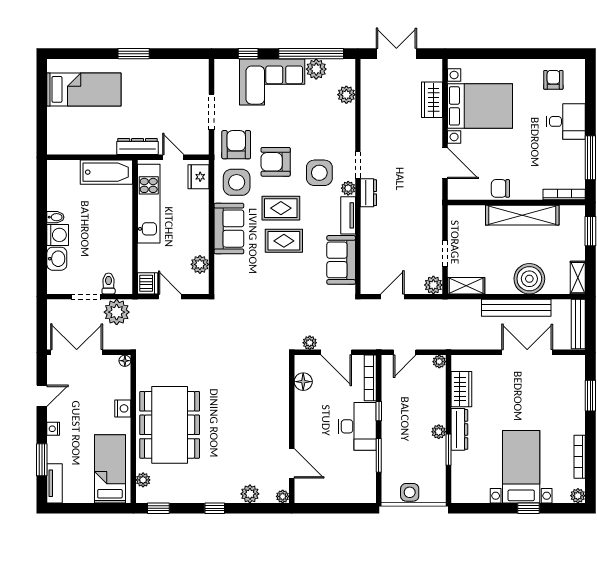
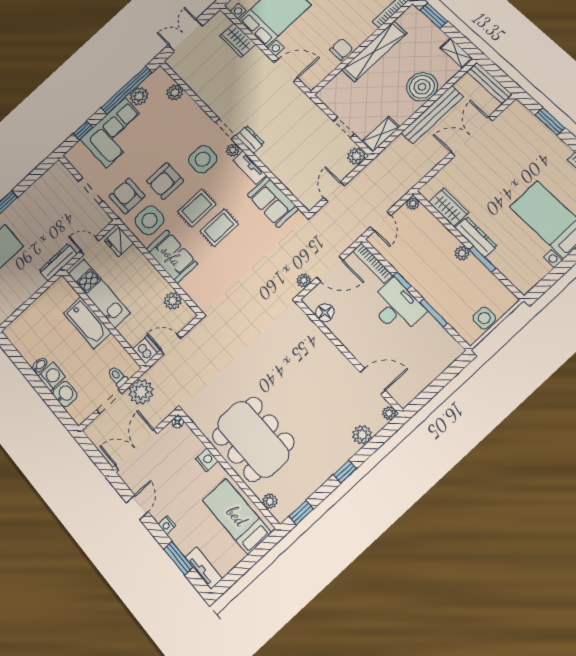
bathtub: (106, 172) -> (87, 323), moved, turned 90
chair: (500, 188) -> (341, 49), turned 180

